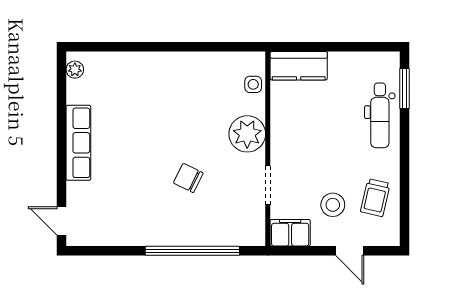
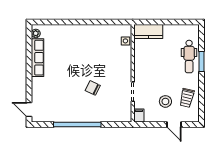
window: (405, 88) -> (201, 61), moved
plant: (247, 134) -> (122, 66), removed
row of seats: (78, 143) -> (38, 58), moved
filing cabinet: (290, 233) -> (139, 116), width x0.50
window: (192, 251) -> (77, 125), moved

